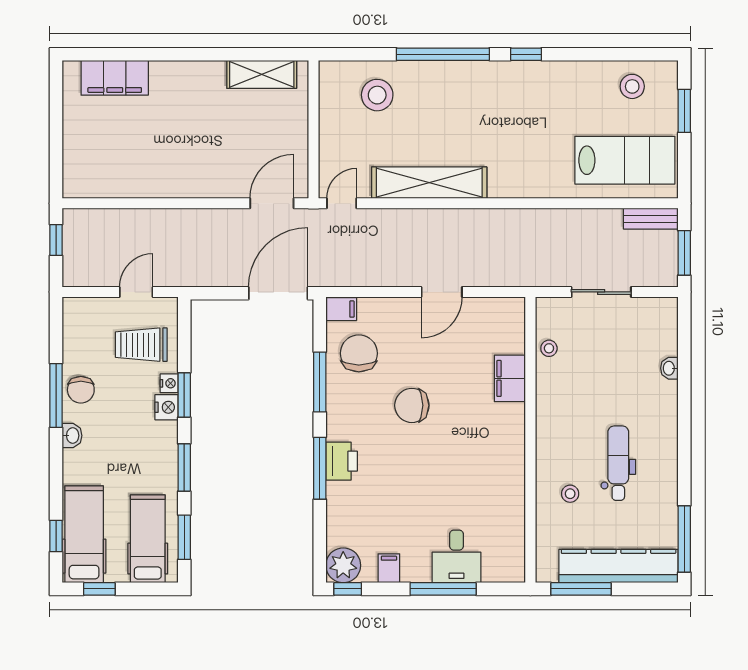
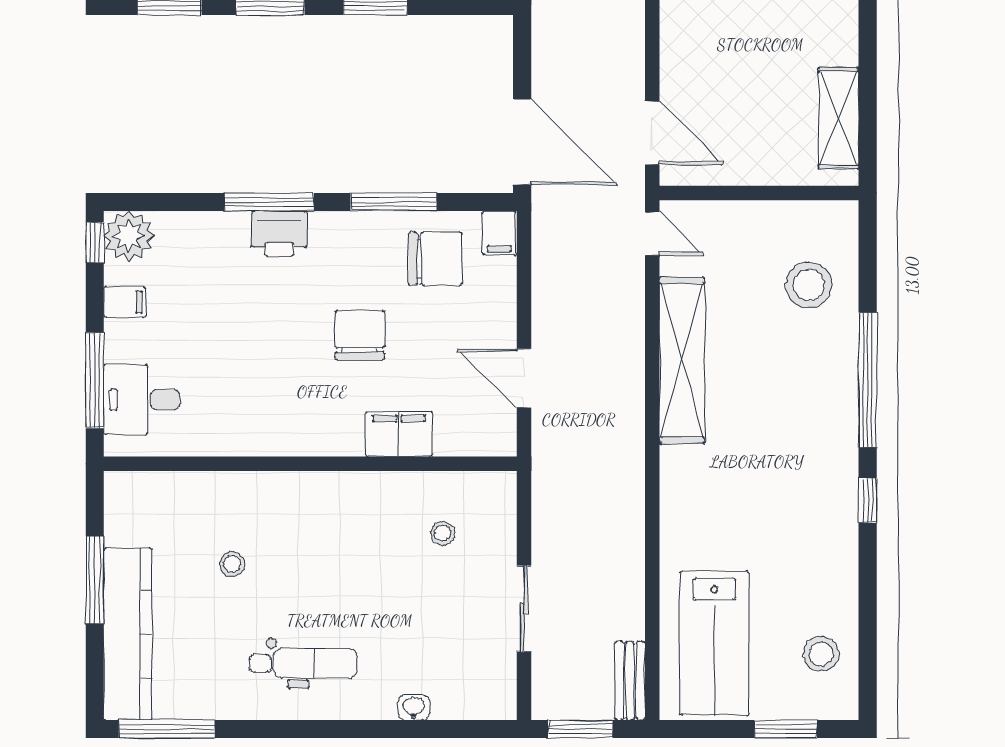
filing cabinet: (510, 378) -> (399, 434), moved
wall: (530, 440) -> (310, 464), moved
dental chair: (618, 463) -> (304, 663), moved

